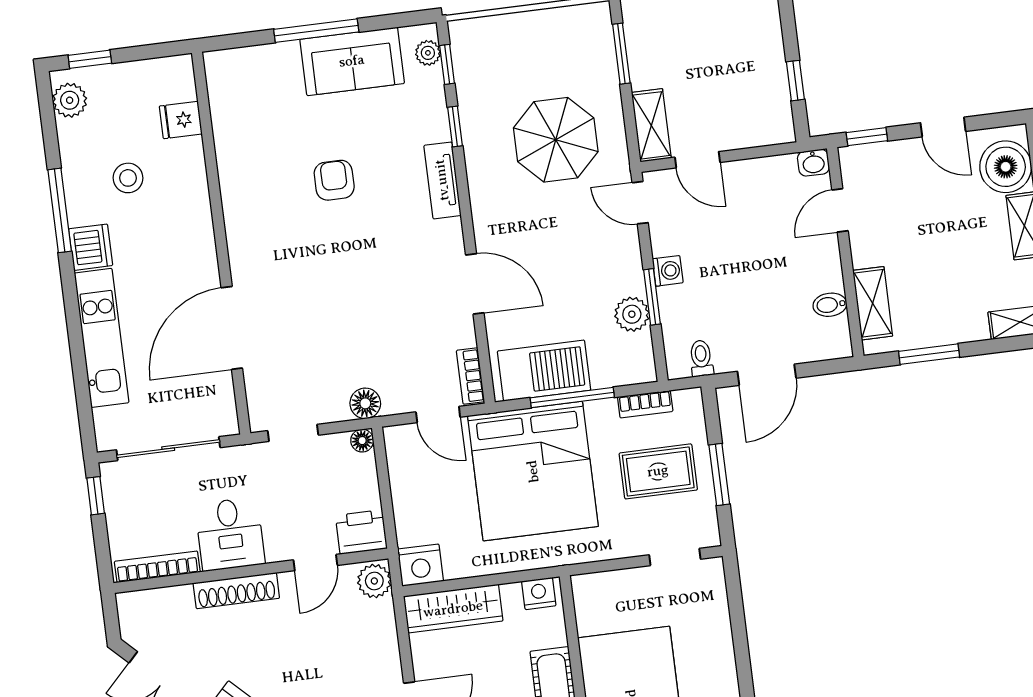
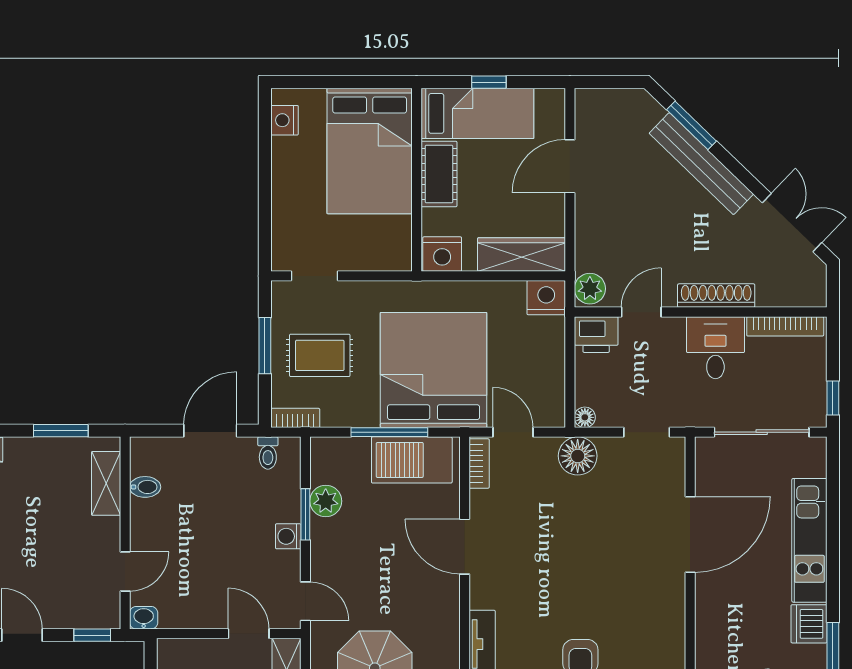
floor lamp: (365, 403) -> (578, 456), width x1.38, depth x1.38
bookcase: (645, 404) -> (295, 418), moved
nightstand: (539, 594) -> (442, 254), width x1.36, depth x1.33

